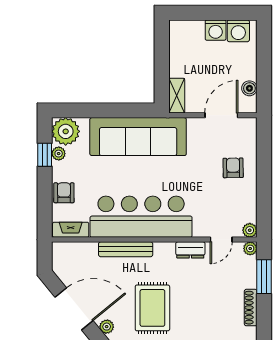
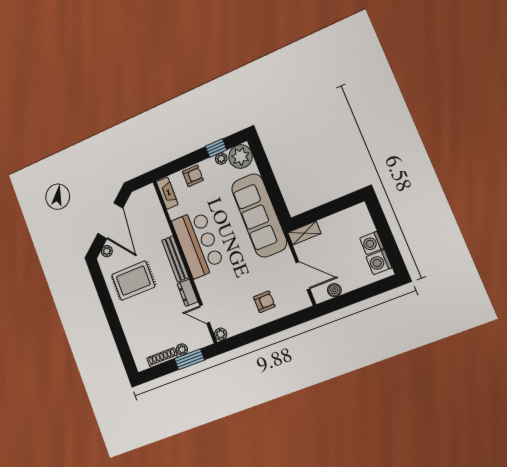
bar counter: (141, 217) -> (198, 244), width x0.73
plant: (250, 248) -> (182, 350), moved
bench: (126, 249) -> (175, 259), moved

